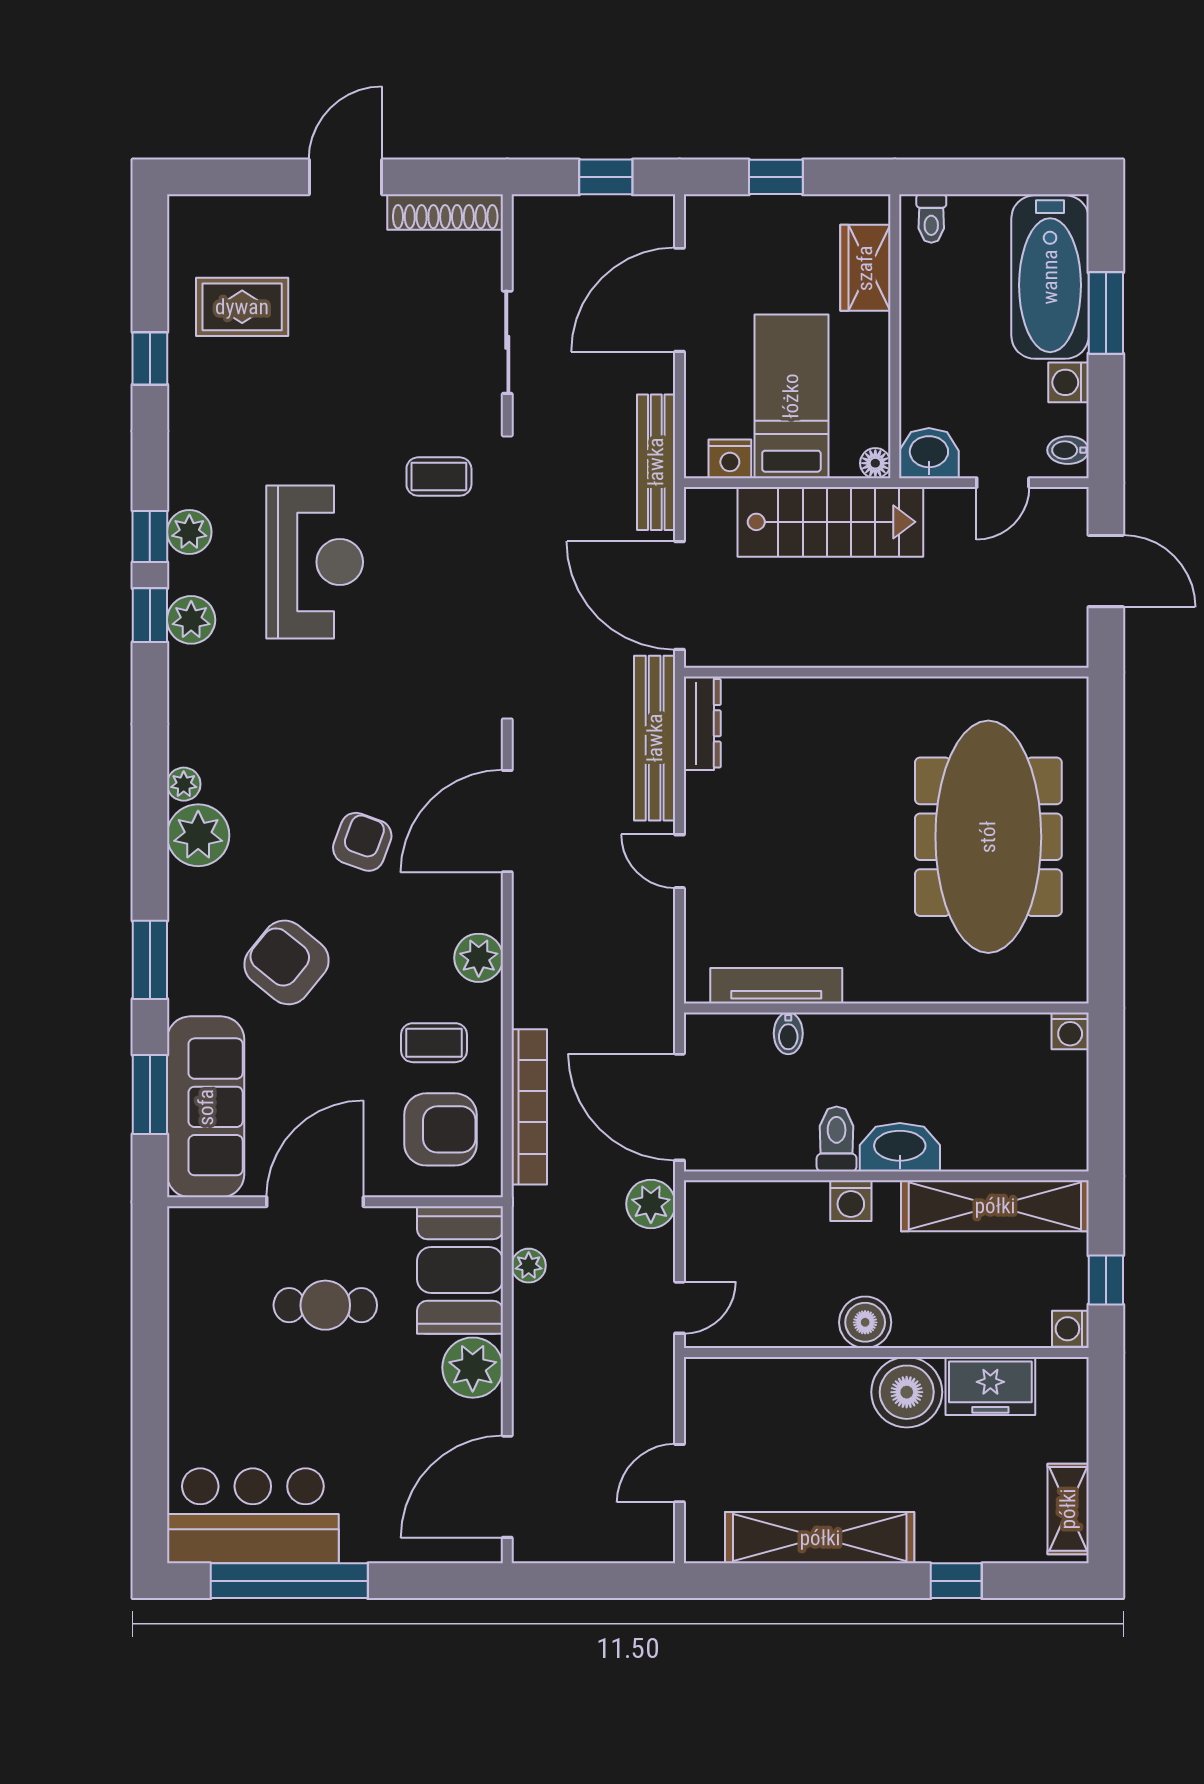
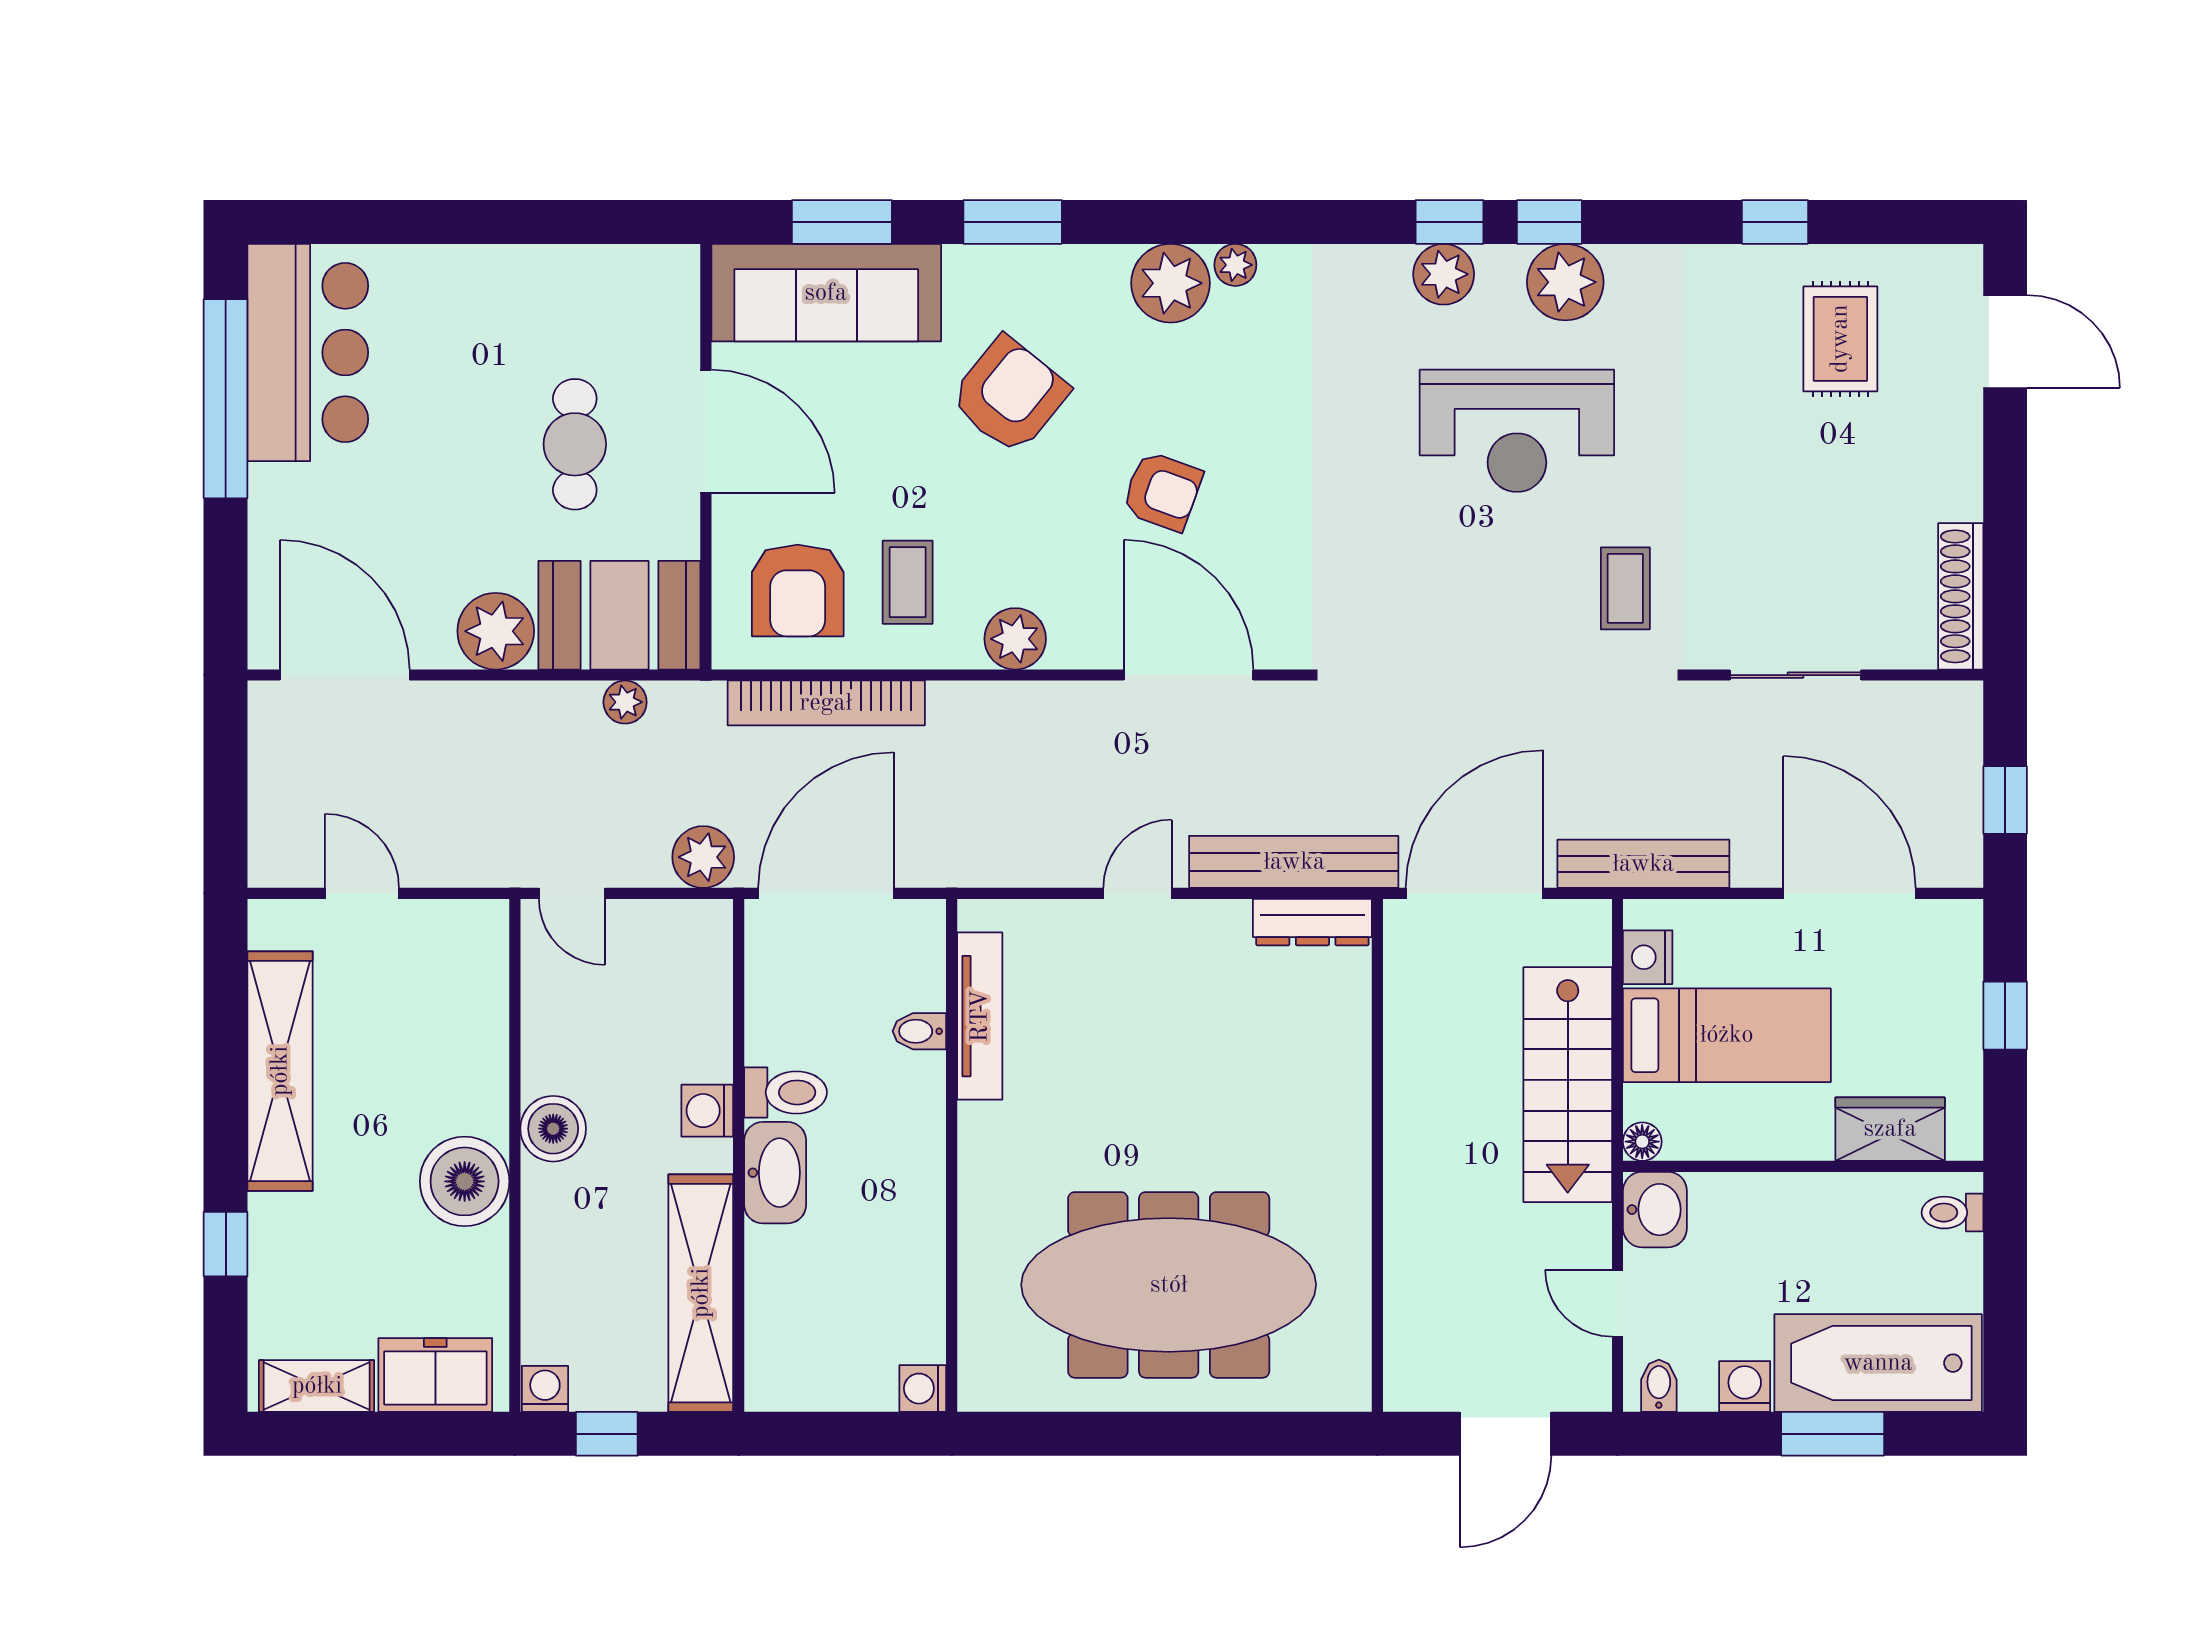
door: (345, 177) -> (2005, 342), moved
plant: (189, 532) -> (1565, 282), width x1.36, depth x1.36
freezer: (990, 1386) -> (435, 1375), moved, turned 90

